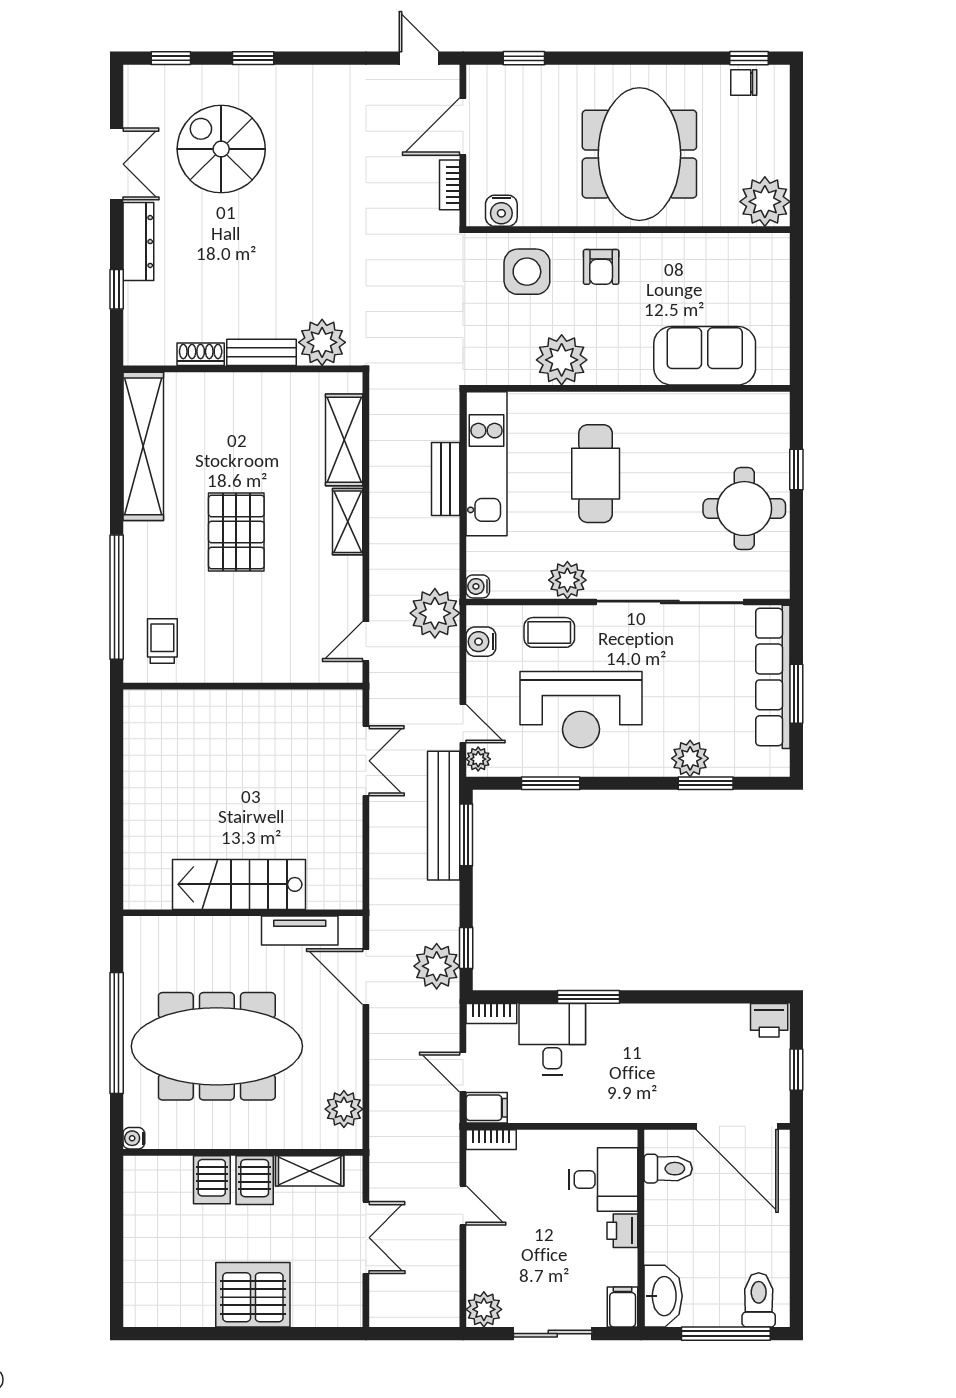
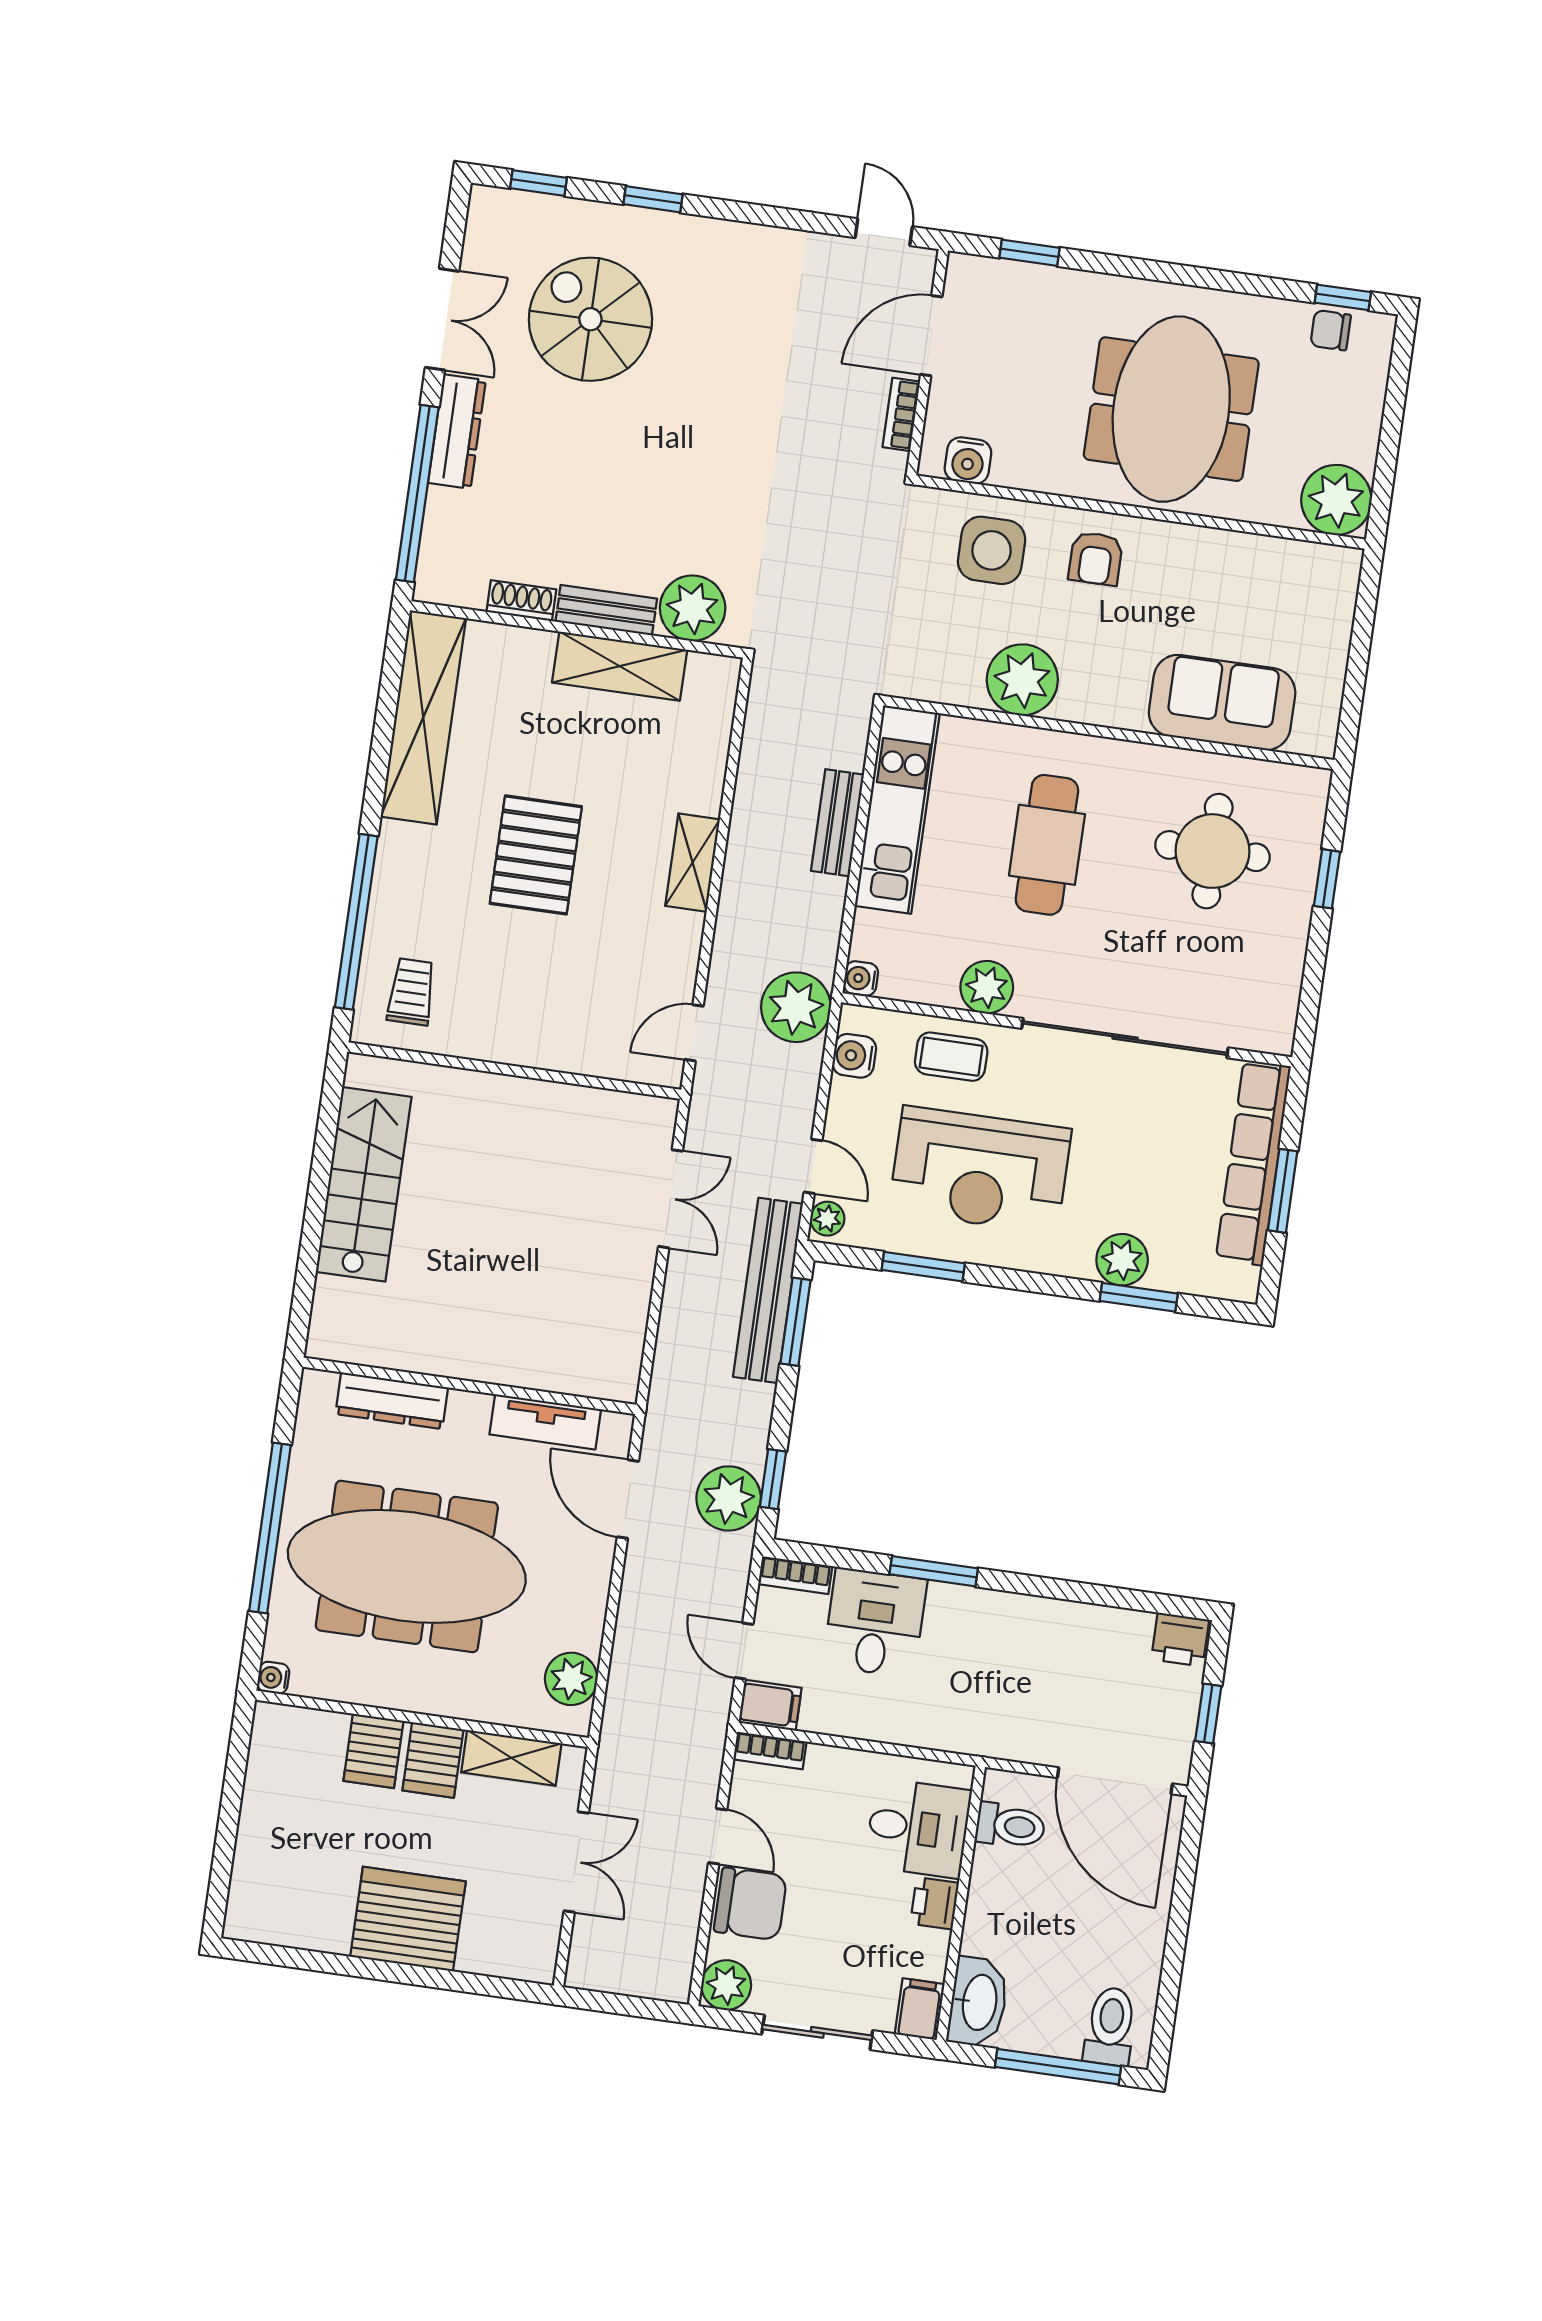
window: (117, 289) -> (417, 493), width x3.17
shelving: (344, 440) -> (620, 666), moved, turned 90
round table: (744, 509) -> (1213, 851), moved
stairs: (239, 884) -> (364, 1184), moved, turned 90
dresser: (190, 931) -> (392, 1401), added
chair: (493, 1250) -> (750, 1904), added

